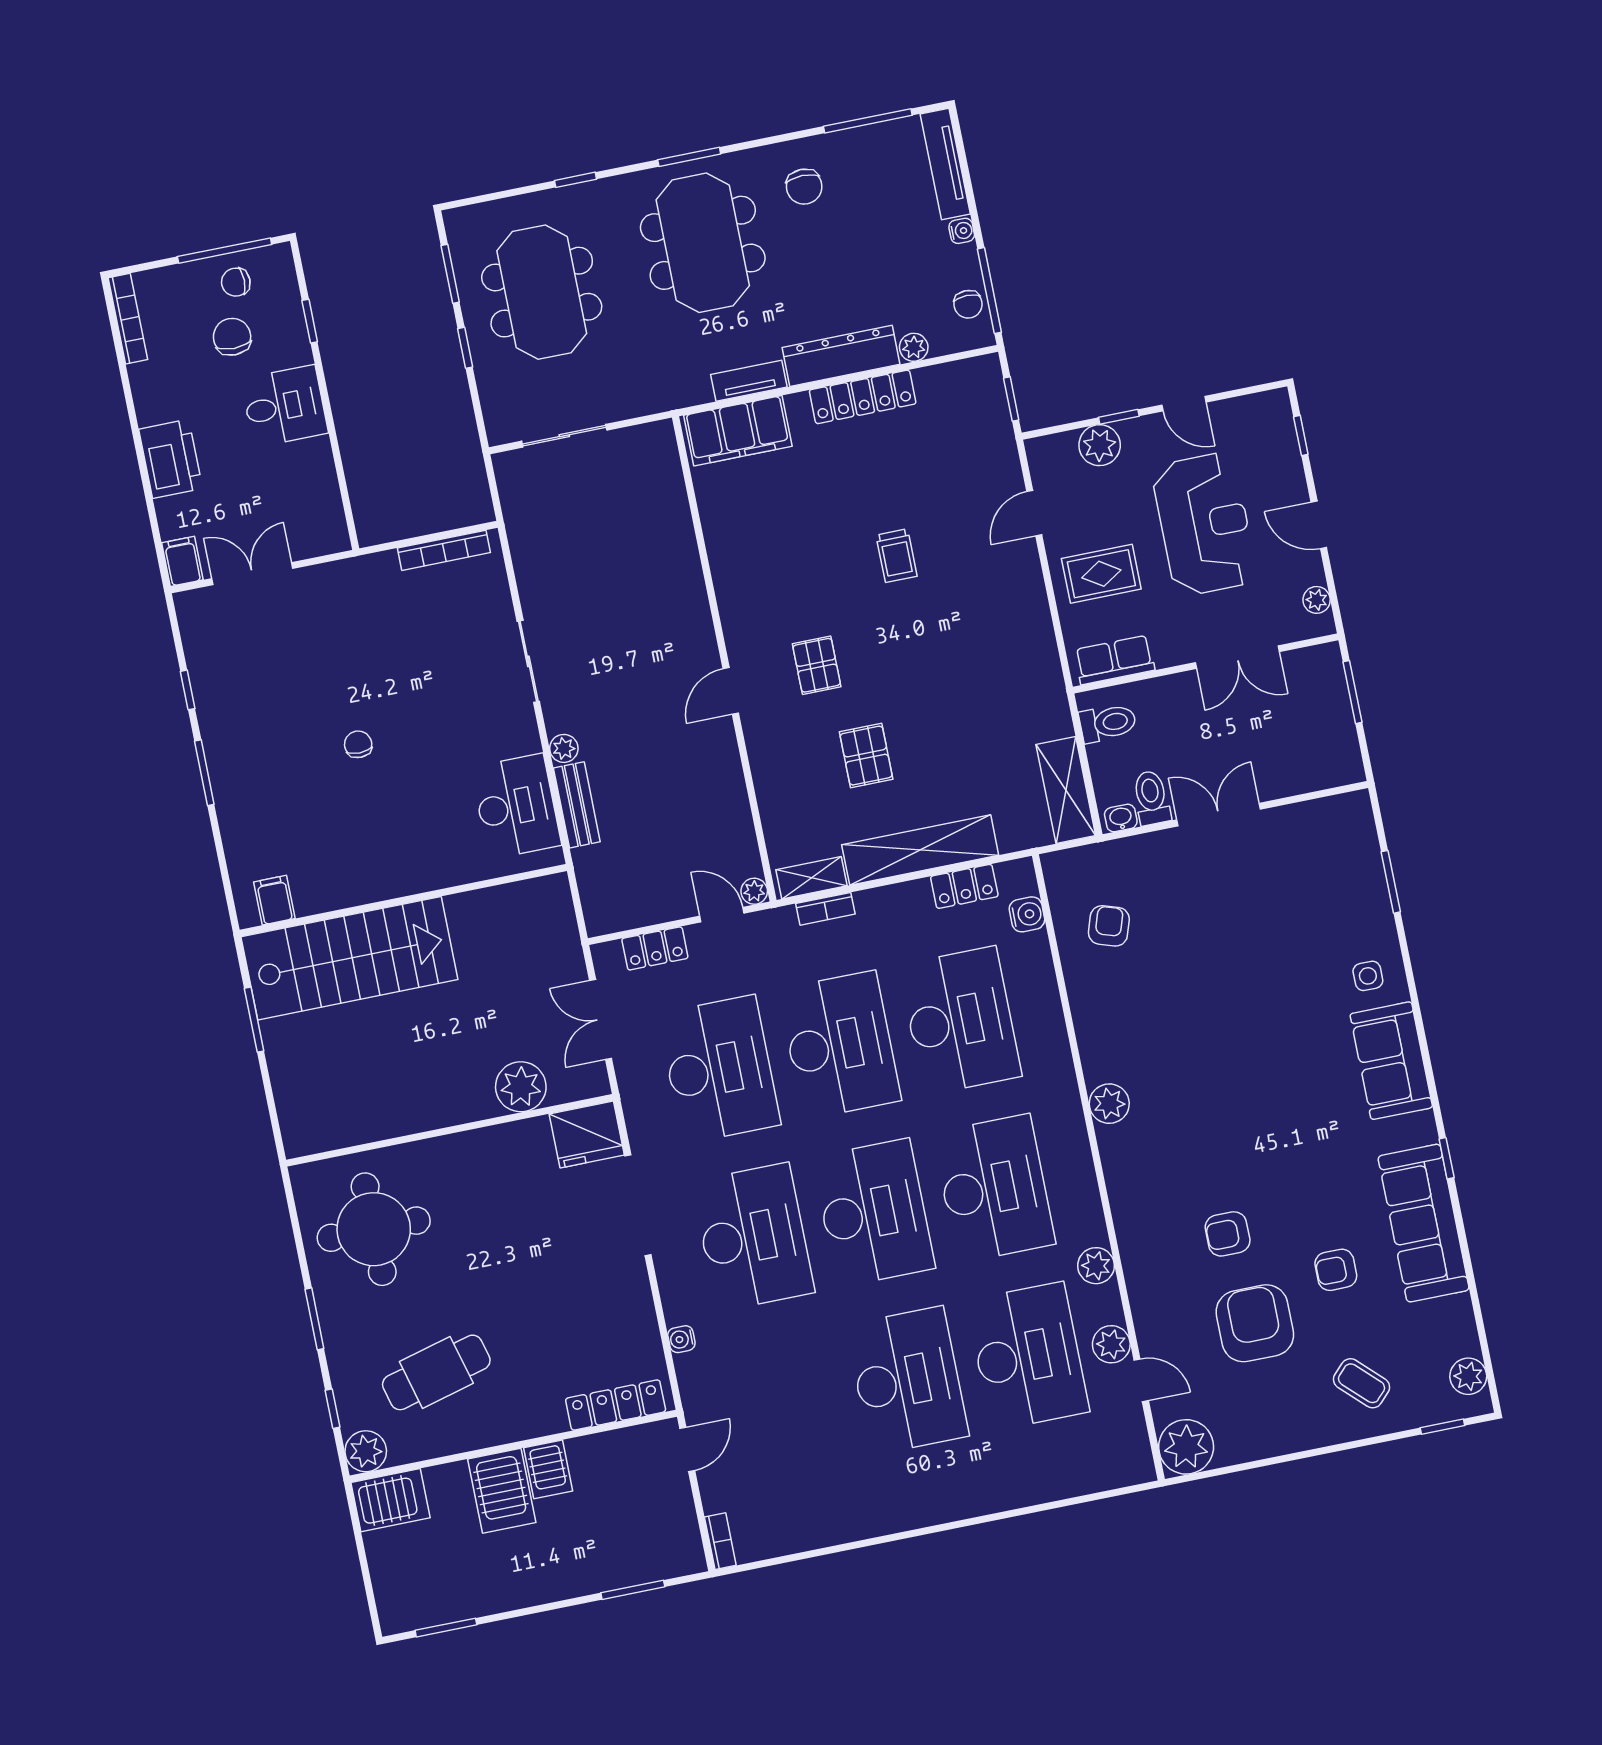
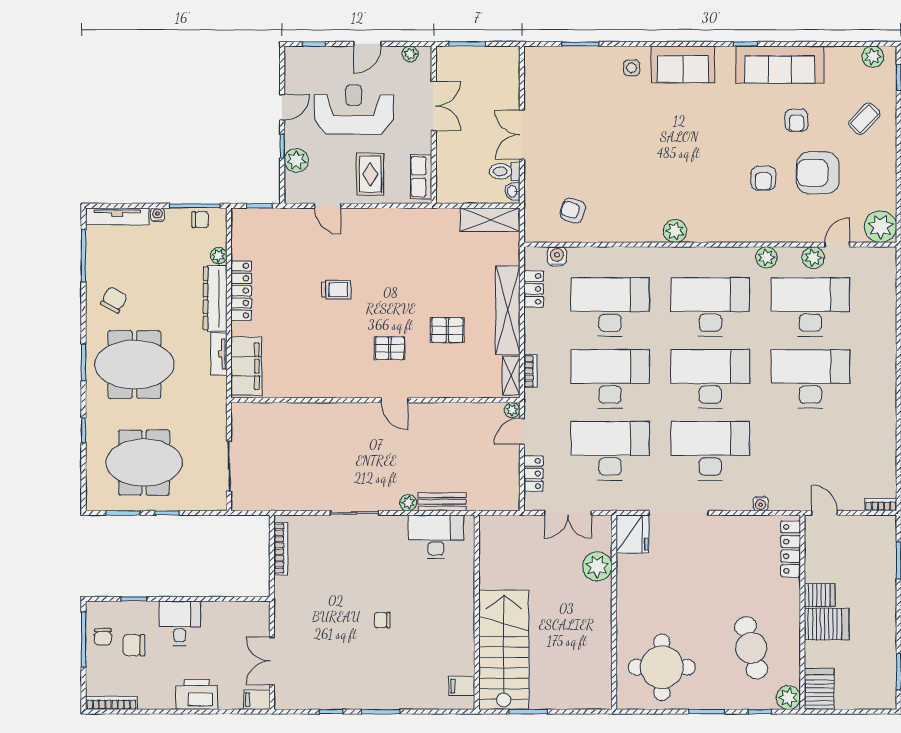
chair: (804, 187) -> (114, 300), turned -61
toilet: (1108, 723) -> (457, 188), removed

